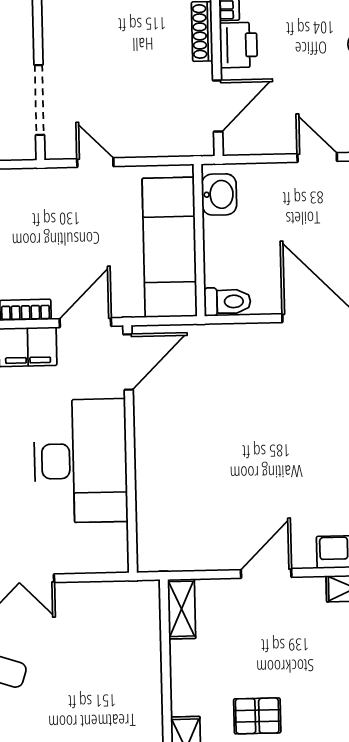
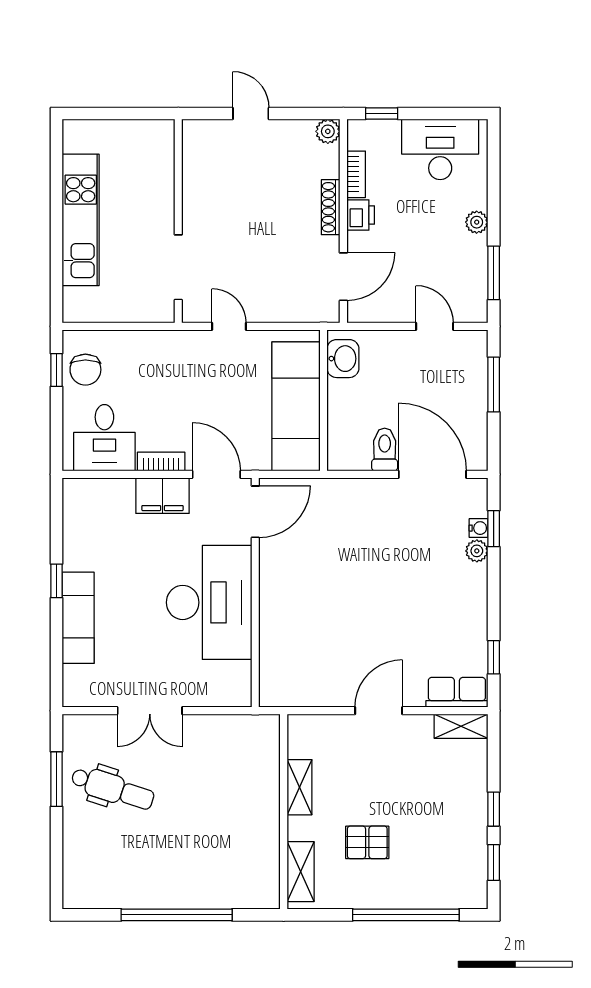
printer: (238, 45) -> (361, 215), width x0.73, depth x0.81
toilet: (227, 302) -> (385, 450), moved, turned -90
door: (85, 323) -> (216, 474), hinge flipped
shelving: (182, 609) -> (299, 787), moved

